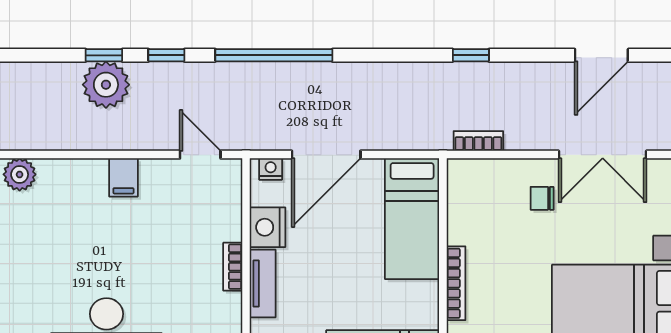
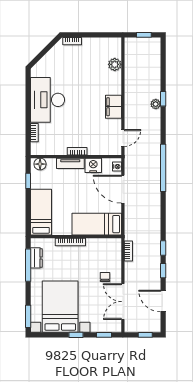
window: (166, 55) -> (163, 271), moved
plant: (106, 85) -> (156, 104), width x0.53, depth x0.53
filing cabinet: (123, 177) -> (114, 107), width x2.00

